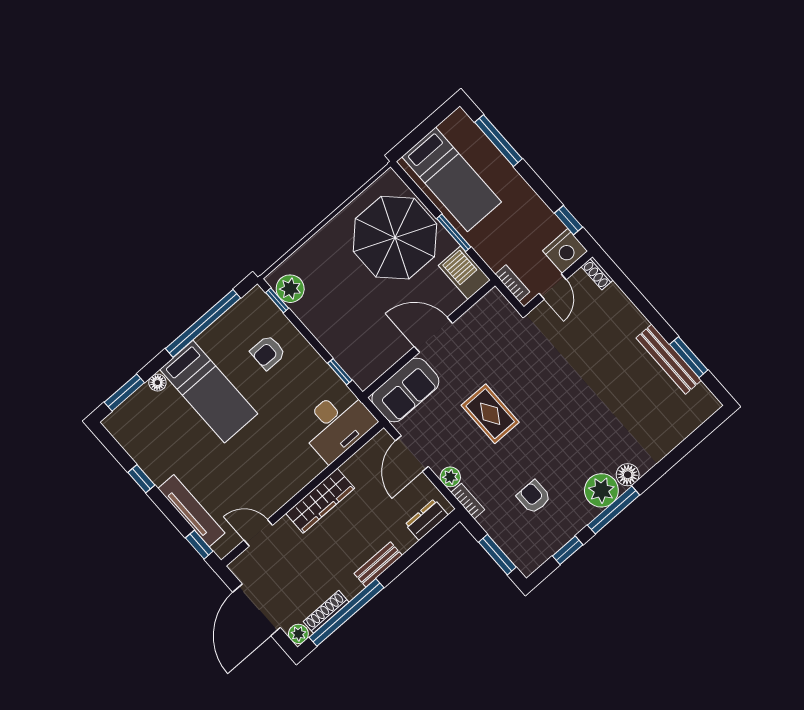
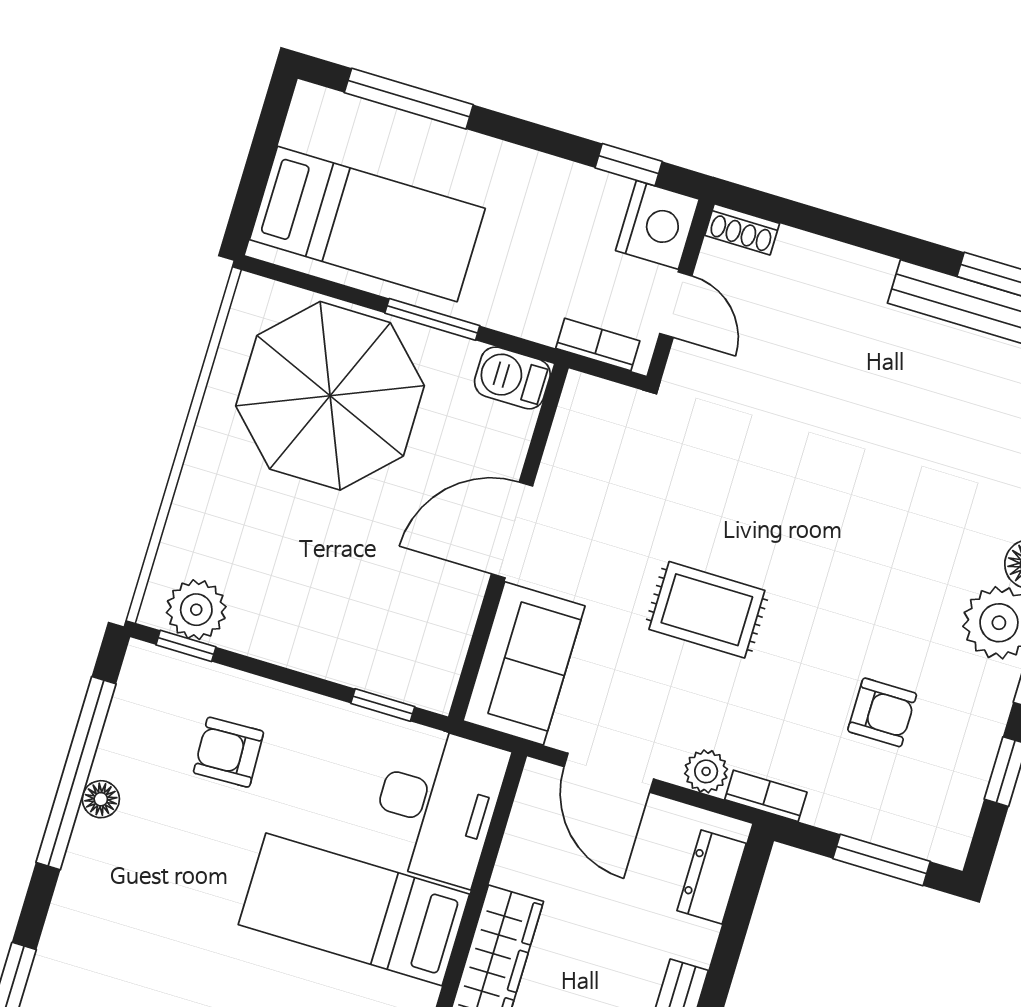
barbecue: (464, 273) -> (512, 378), width x0.73, depth x0.79
armchair: (268, 352) -> (229, 752), turned 88
floor lamp: (157, 383) -> (101, 799), moved
bed: (209, 392) -> (354, 909), moved, turned 180
armchair: (534, 497) -> (882, 712), turned 180

